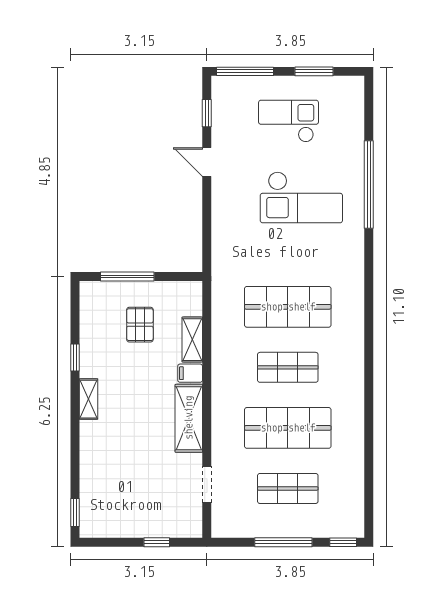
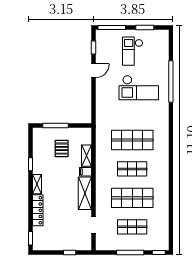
checkout: (289, 121) -> (133, 51), turned -90
door: (207, 162) -> (93, 71), swing flipped
locker: (90, 454) -> (38, 210), added

